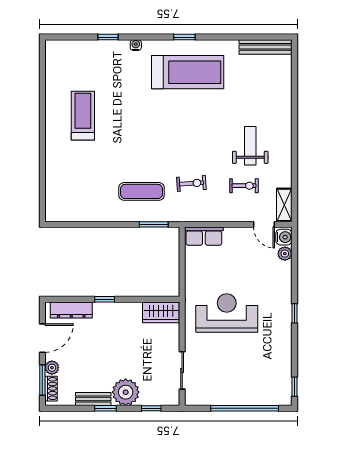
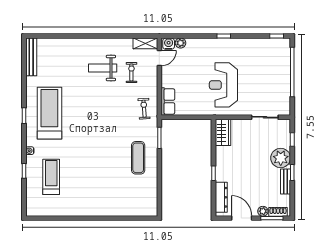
treadmill: (83, 116) -> (51, 177), moved, turned 90
exercise bike: (191, 183) -> (144, 109), moved
exercise mat: (141, 191) -> (138, 158), moved

